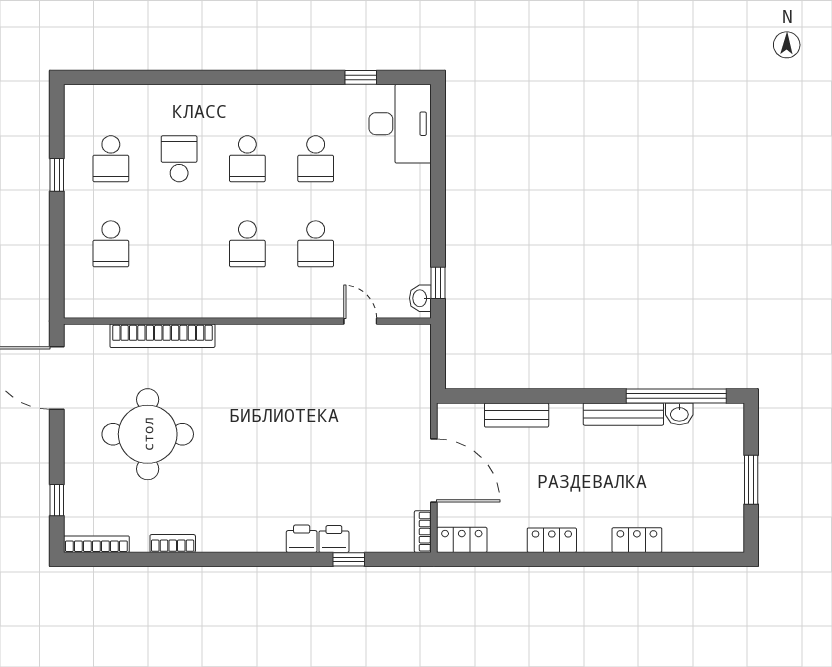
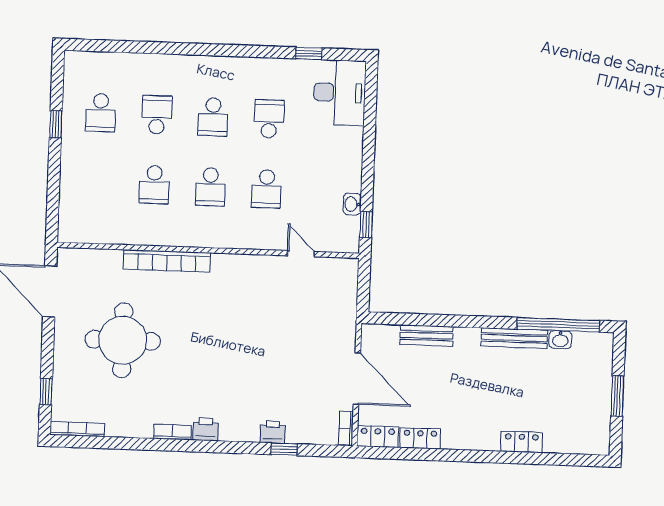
school desk: (316, 159) -> (269, 119), turned 180
school desk: (111, 244) -> (154, 185), moved
washbasin: (420, 298) -> (352, 204), moved
bookcase: (162, 336) -> (167, 261), moved
printer: (302, 539) -> (206, 429), moved
locker: (552, 540) -> (420, 438), moved
bookcase: (173, 544) -> (173, 432), moved

